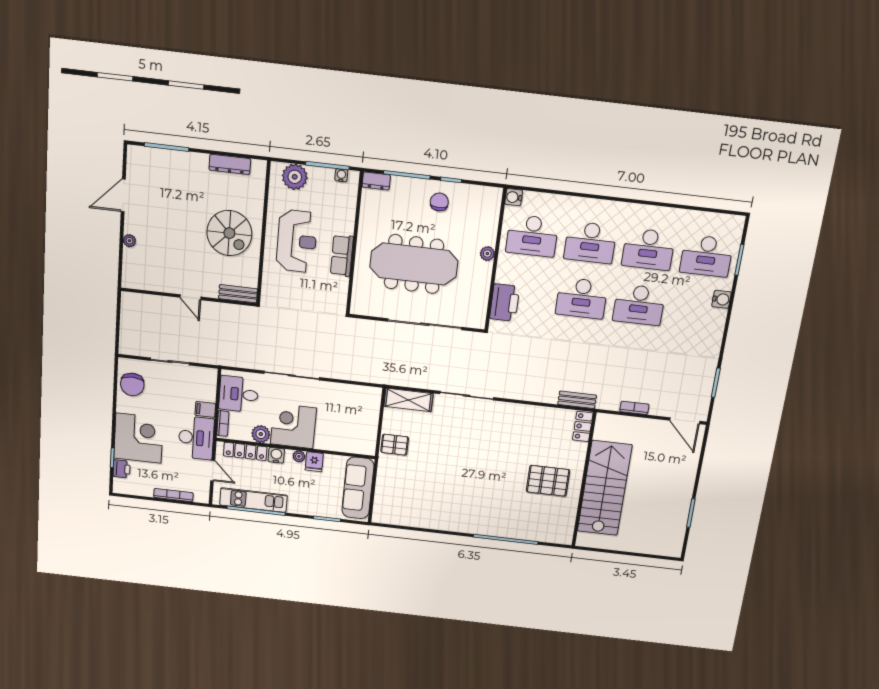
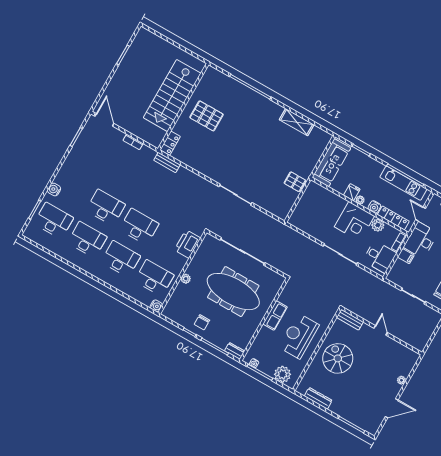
shelving: (408, 400) -> (297, 122), moved

